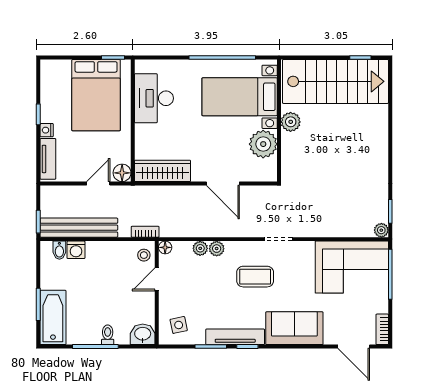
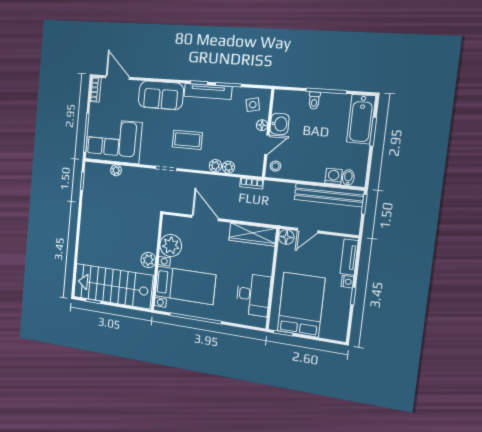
plant: (381, 230) -> (116, 170), moved
bookcase: (145, 232) -> (252, 183), moved
floor lamp: (165, 247) -> (262, 125), moved
washbasin: (143, 334) -> (280, 124), moved, turned -90

